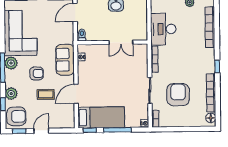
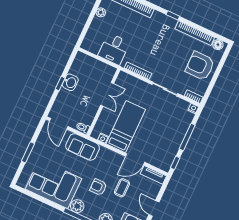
desk: (163, 29) -> (114, 49), width x0.73
sofa: (65, 60) -> (83, 147), moved
armchair: (36, 73) -> (98, 187), turned -90
door: (76, 94) -> (135, 159), hinge flipped
armchair: (178, 95) -> (200, 66), moved
tv unit: (70, 116) -> (153, 175), added
bed: (101, 117) -> (126, 127), moved

